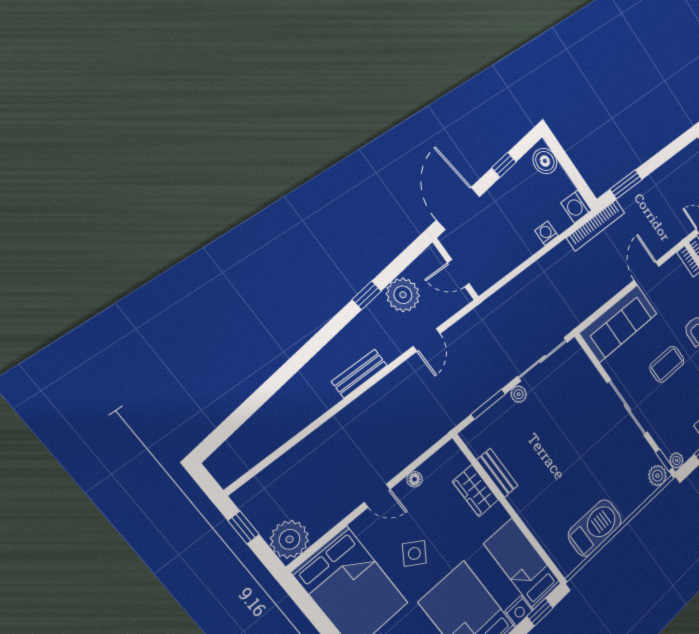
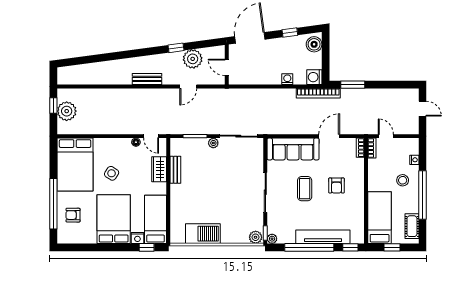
coffee table: (667, 364) -> (305, 189), turned 90
door: (377, 496) -> (151, 136), moved
plant: (290, 539) -> (67, 111), moved

